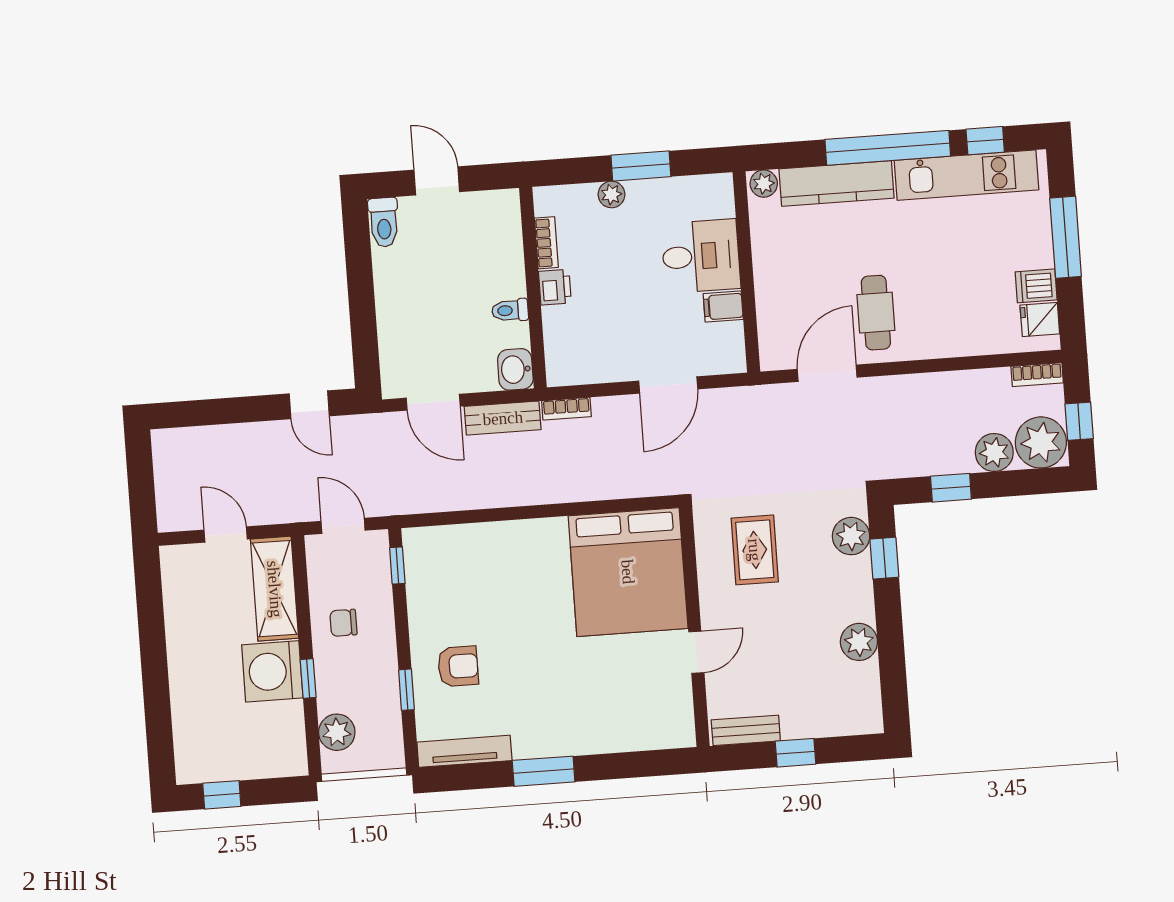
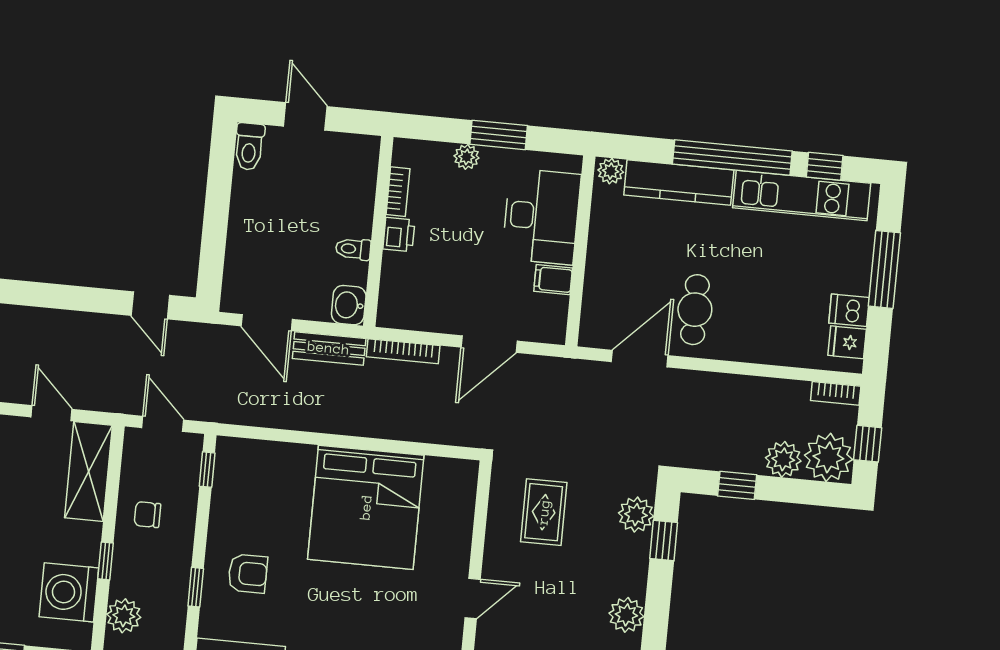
desk: (701, 256) -> (541, 216), width x1.37
bookcase: (566, 409) -> (403, 351), width x1.56
bed: (628, 572) -> (366, 507), moved
washing machine: (272, 671) -> (69, 592), moved

